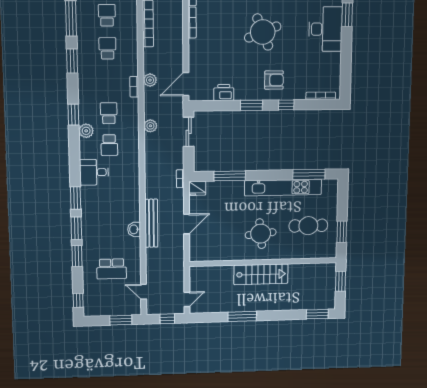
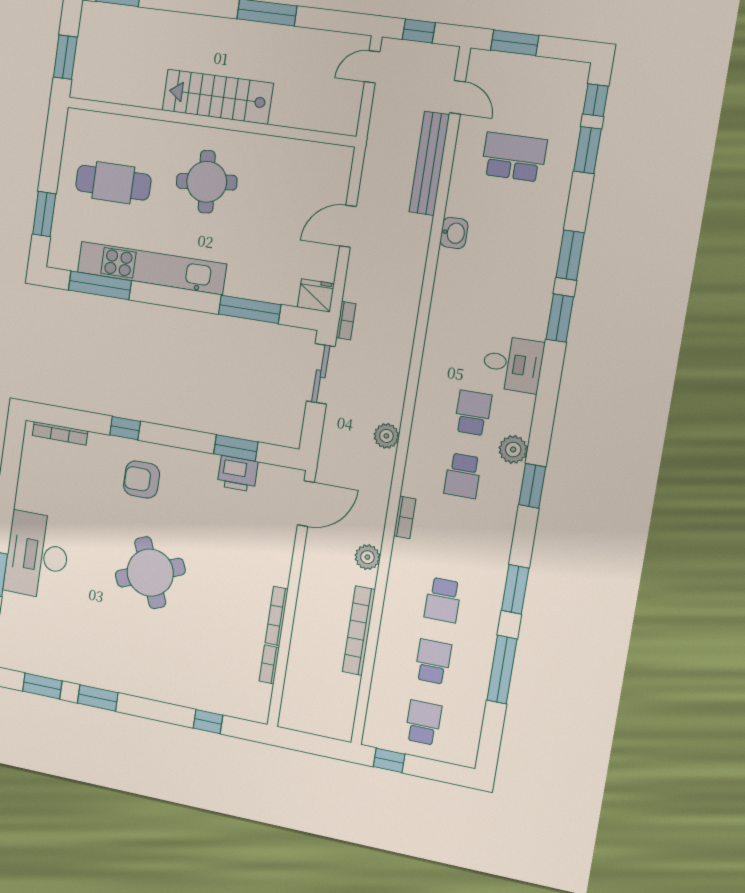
school desk: (107, 15) -> (433, 662), turned 180
plant: (150, 80) -> (367, 557), moved
window: (251, 105) -> (236, 448), moved
sliding door: (189, 132) -> (321, 374), moved
bench: (151, 223) -> (429, 163), moved
window: (342, 232) -> (44, 214), moved
window: (77, 256) -> (587, 150), moved

